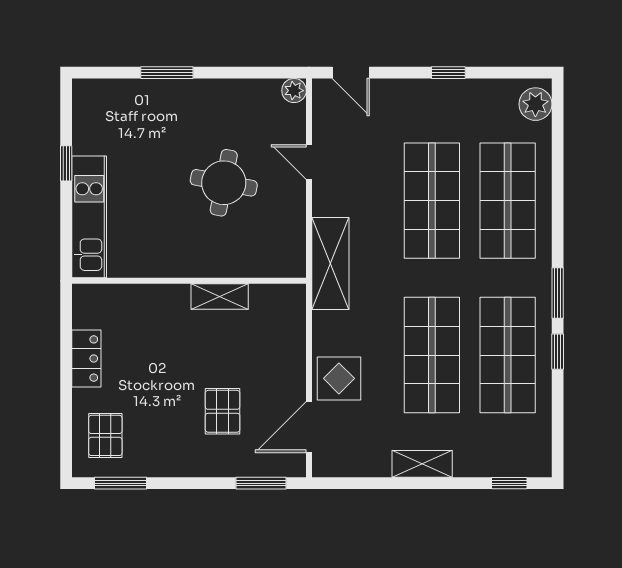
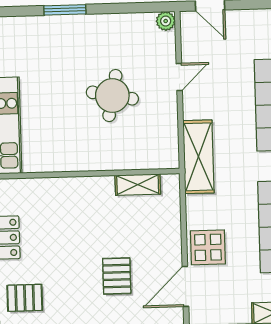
door: (309, 162) -> (179, 77), swing flipped
shelving: (220, 296) -> (138, 185), moved
pallet: (105, 435) -> (25, 298), turned 90

